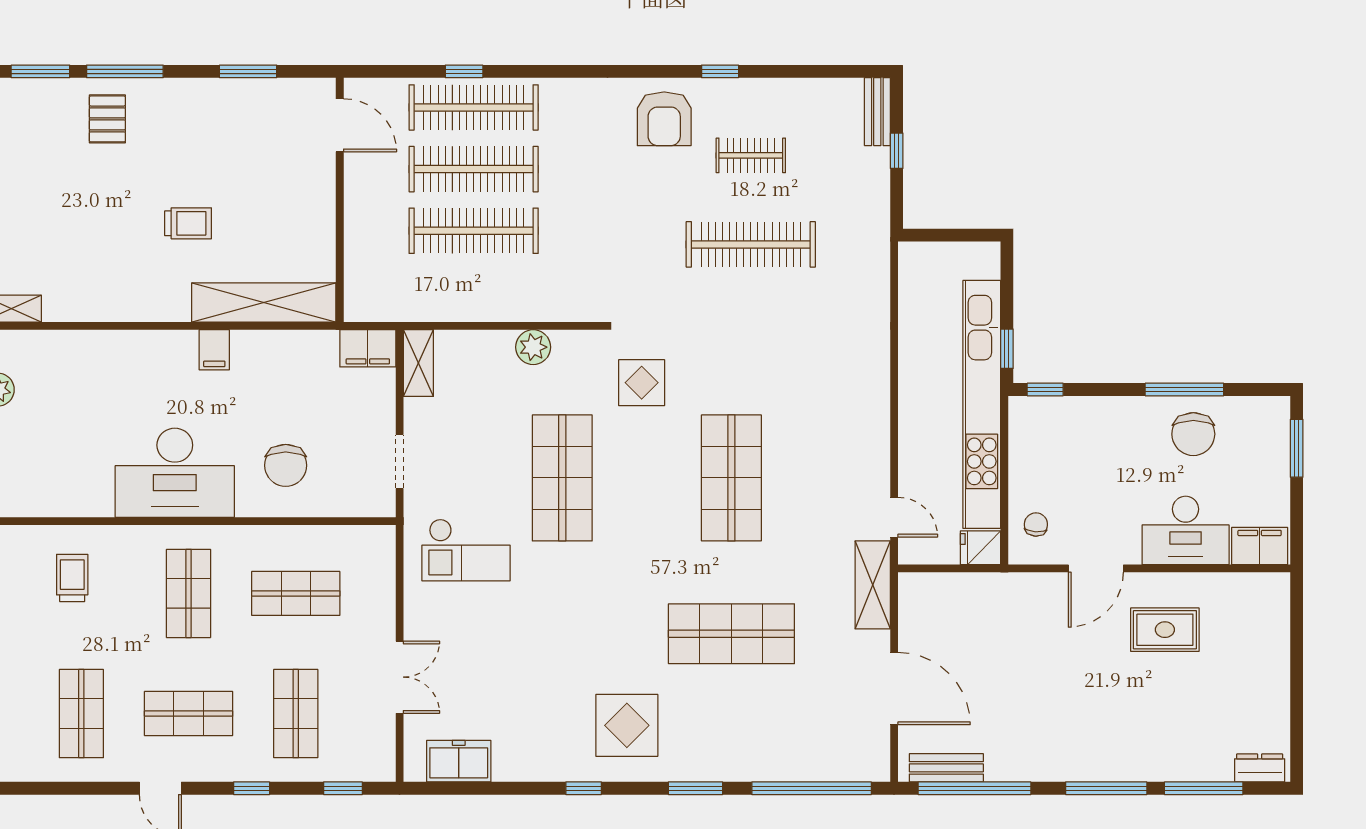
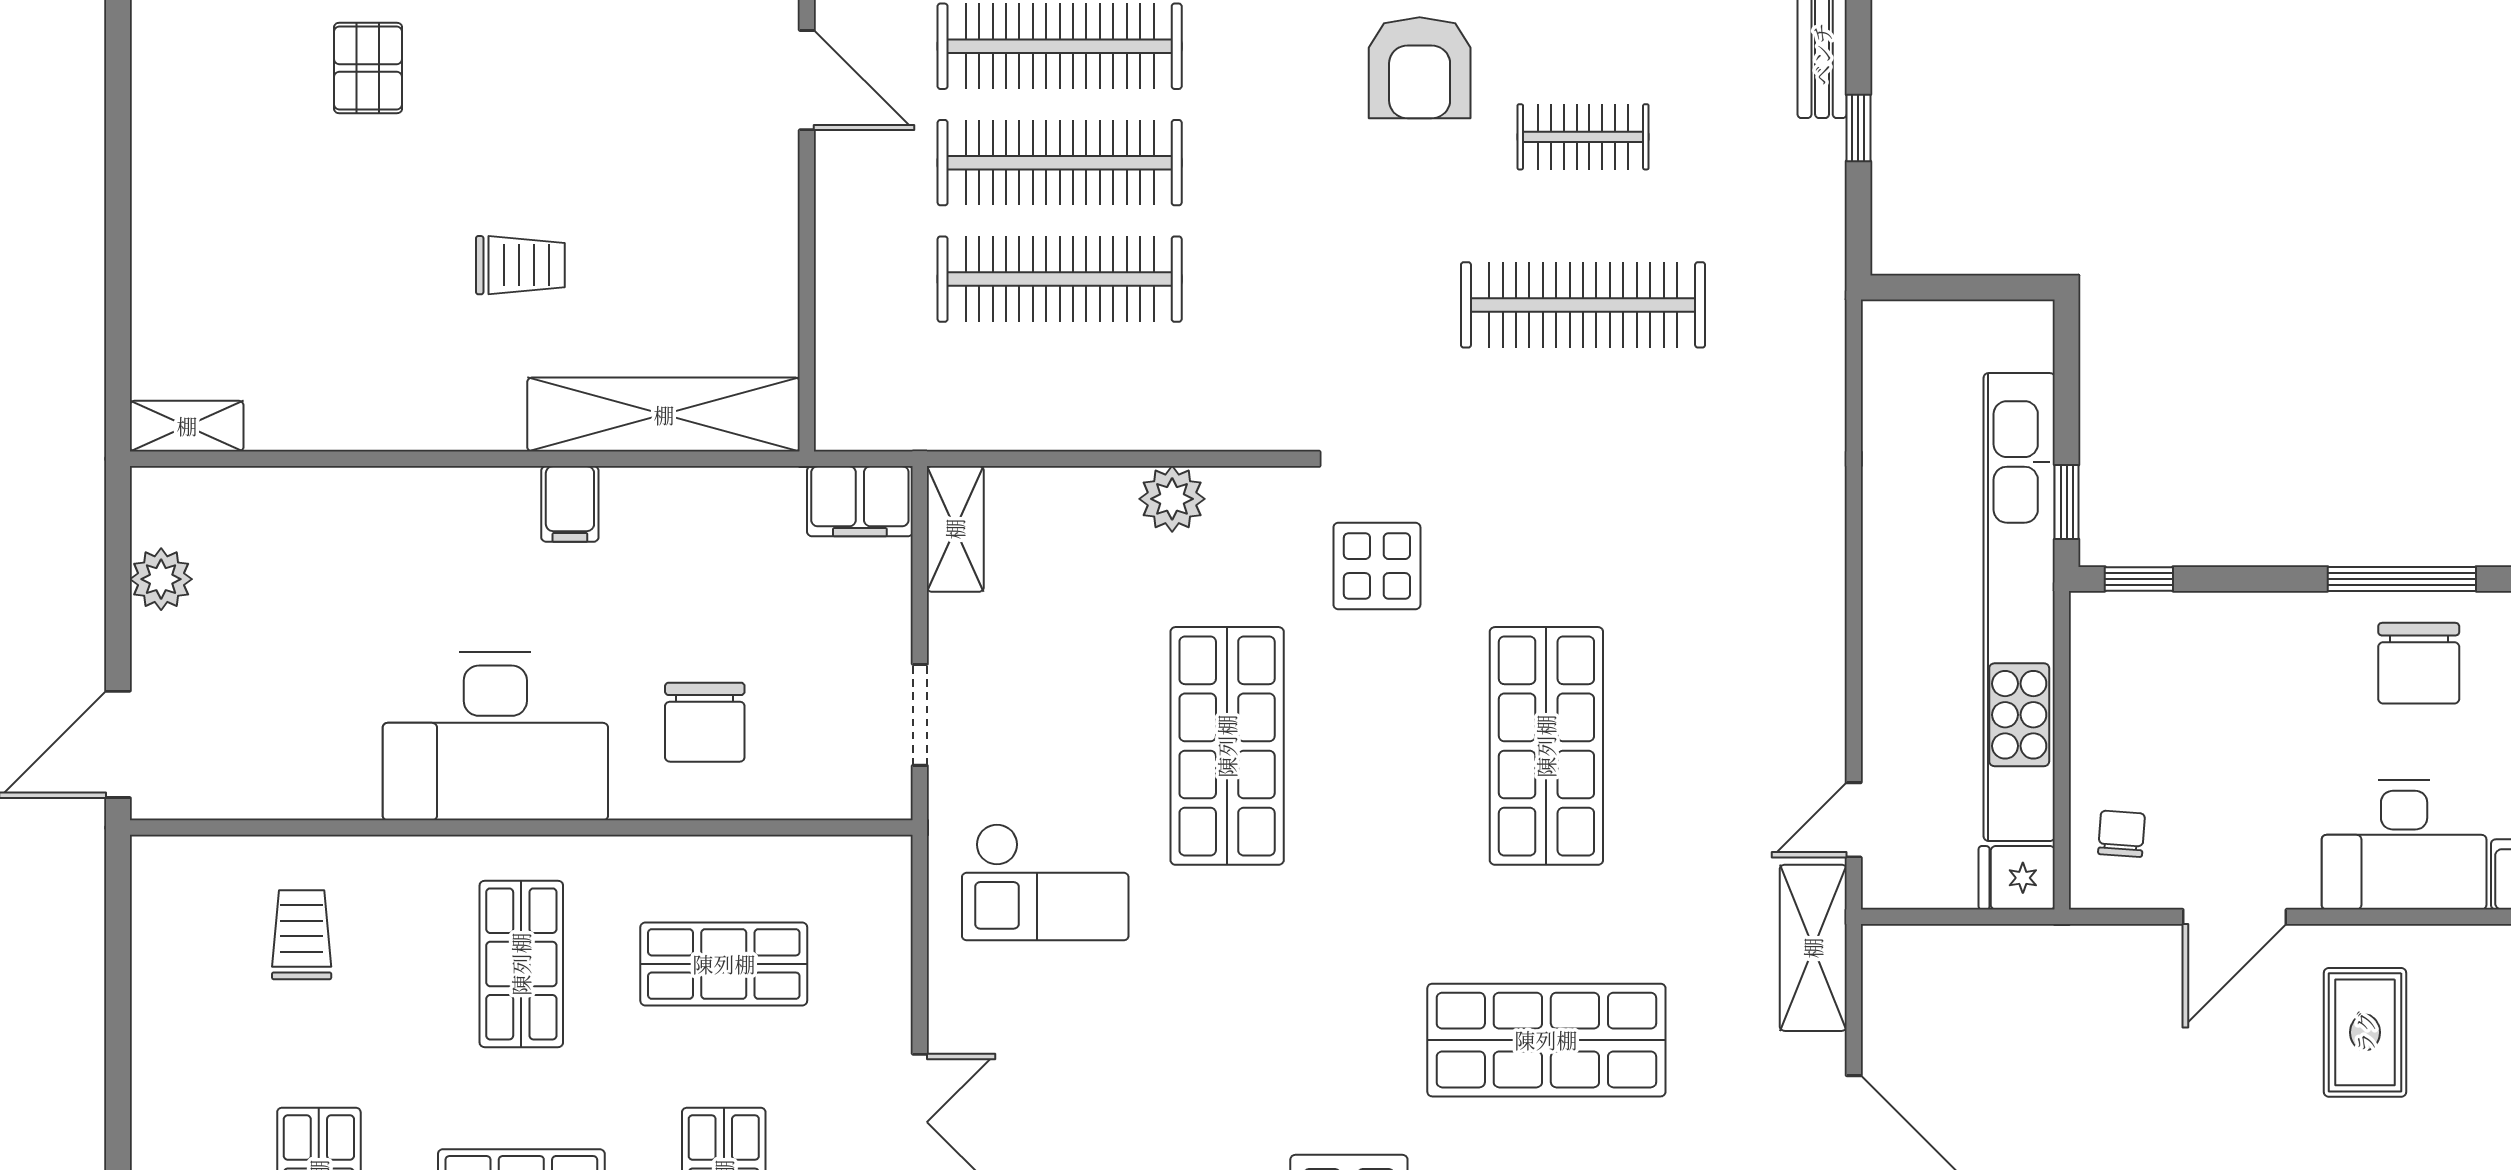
door: (894, 517) -> (1854, 820), swing flipped
rug: (1165, 630) -> (2365, 1032), turned 90

